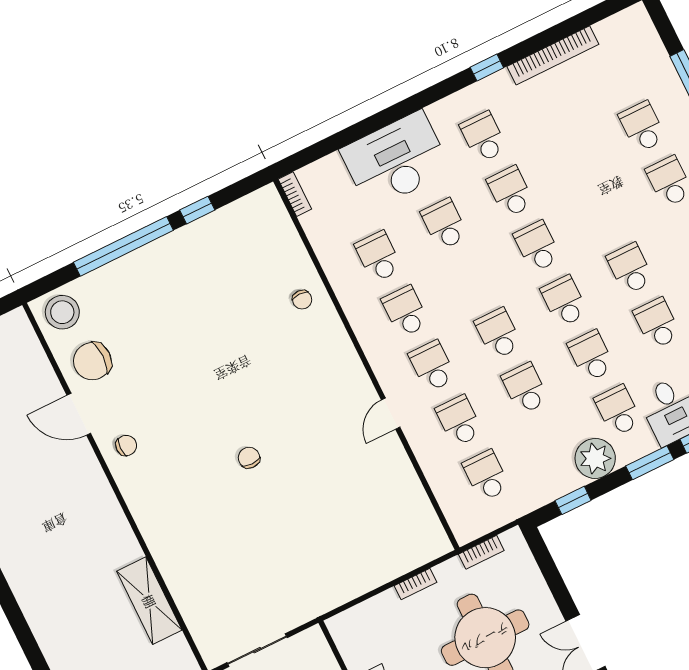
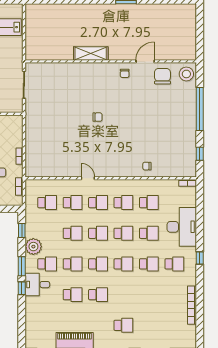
window: (487, 68) -> (200, 258), moved
school desk: (642, 127) -> (123, 233), moved
window: (197, 210) -> (200, 154), moved
shelving: (149, 601) -> (91, 53), moved

